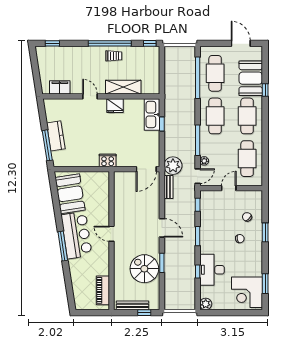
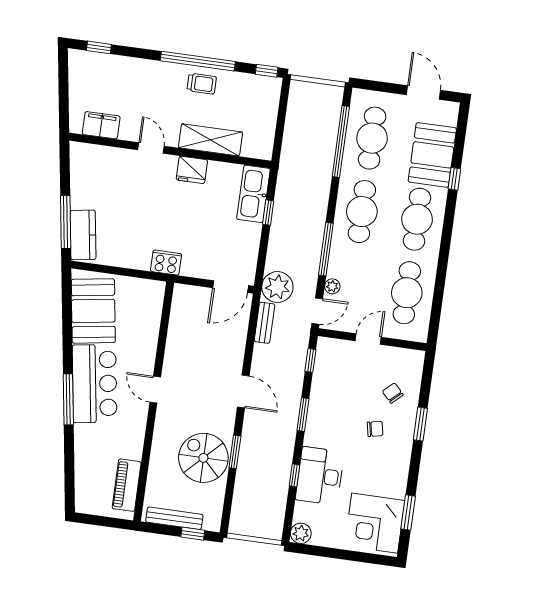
kitchen counter: (56, 136) -> (83, 235), moved

